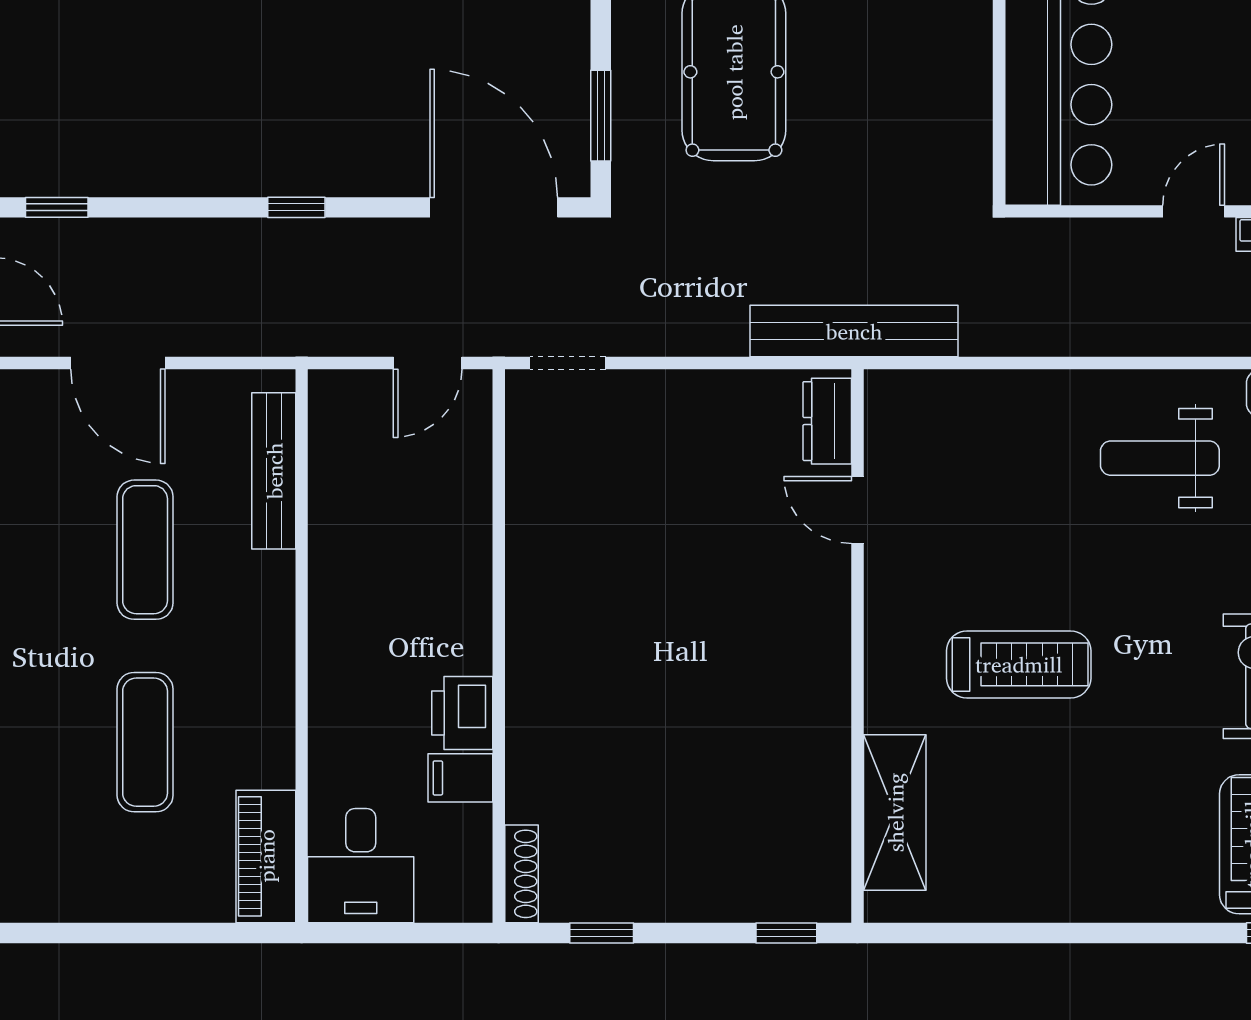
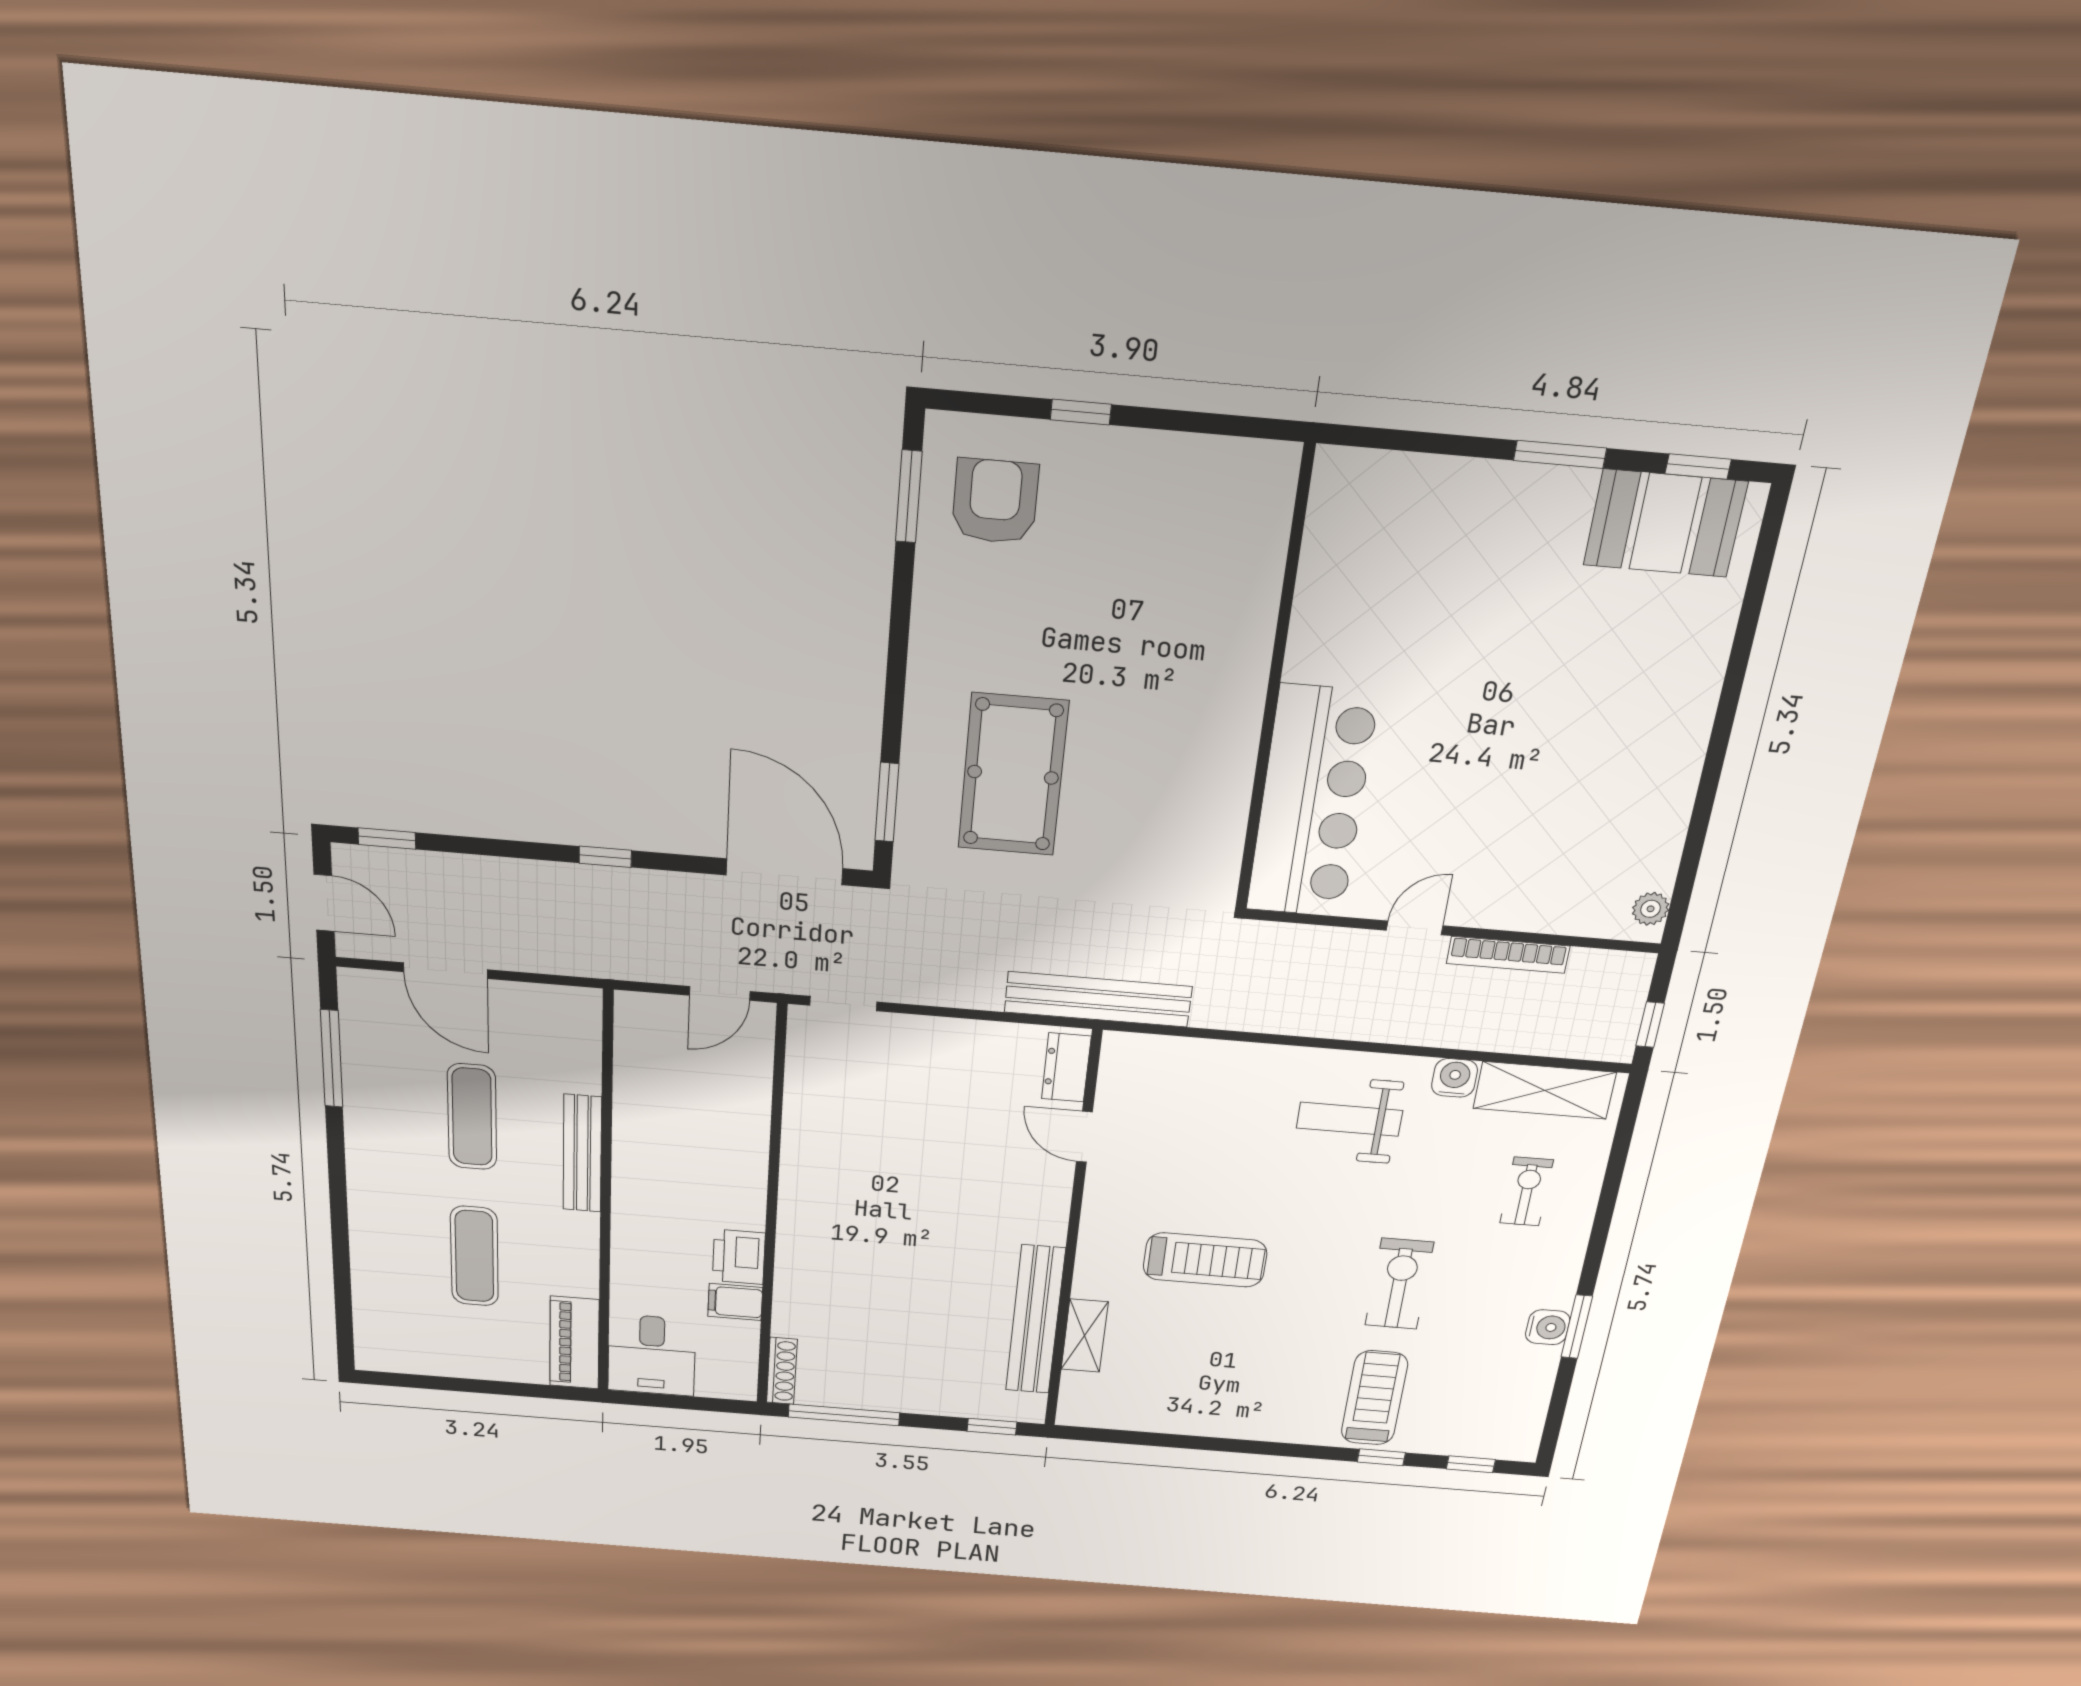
bench: (274, 471) -> (582, 1154), moved
bench: (825, 769) -> (1035, 1320), added
shelving: (895, 812) -> (1085, 1336), width x0.67, depth x0.75
window: (602, 933) -> (844, 1415), width x2.17

